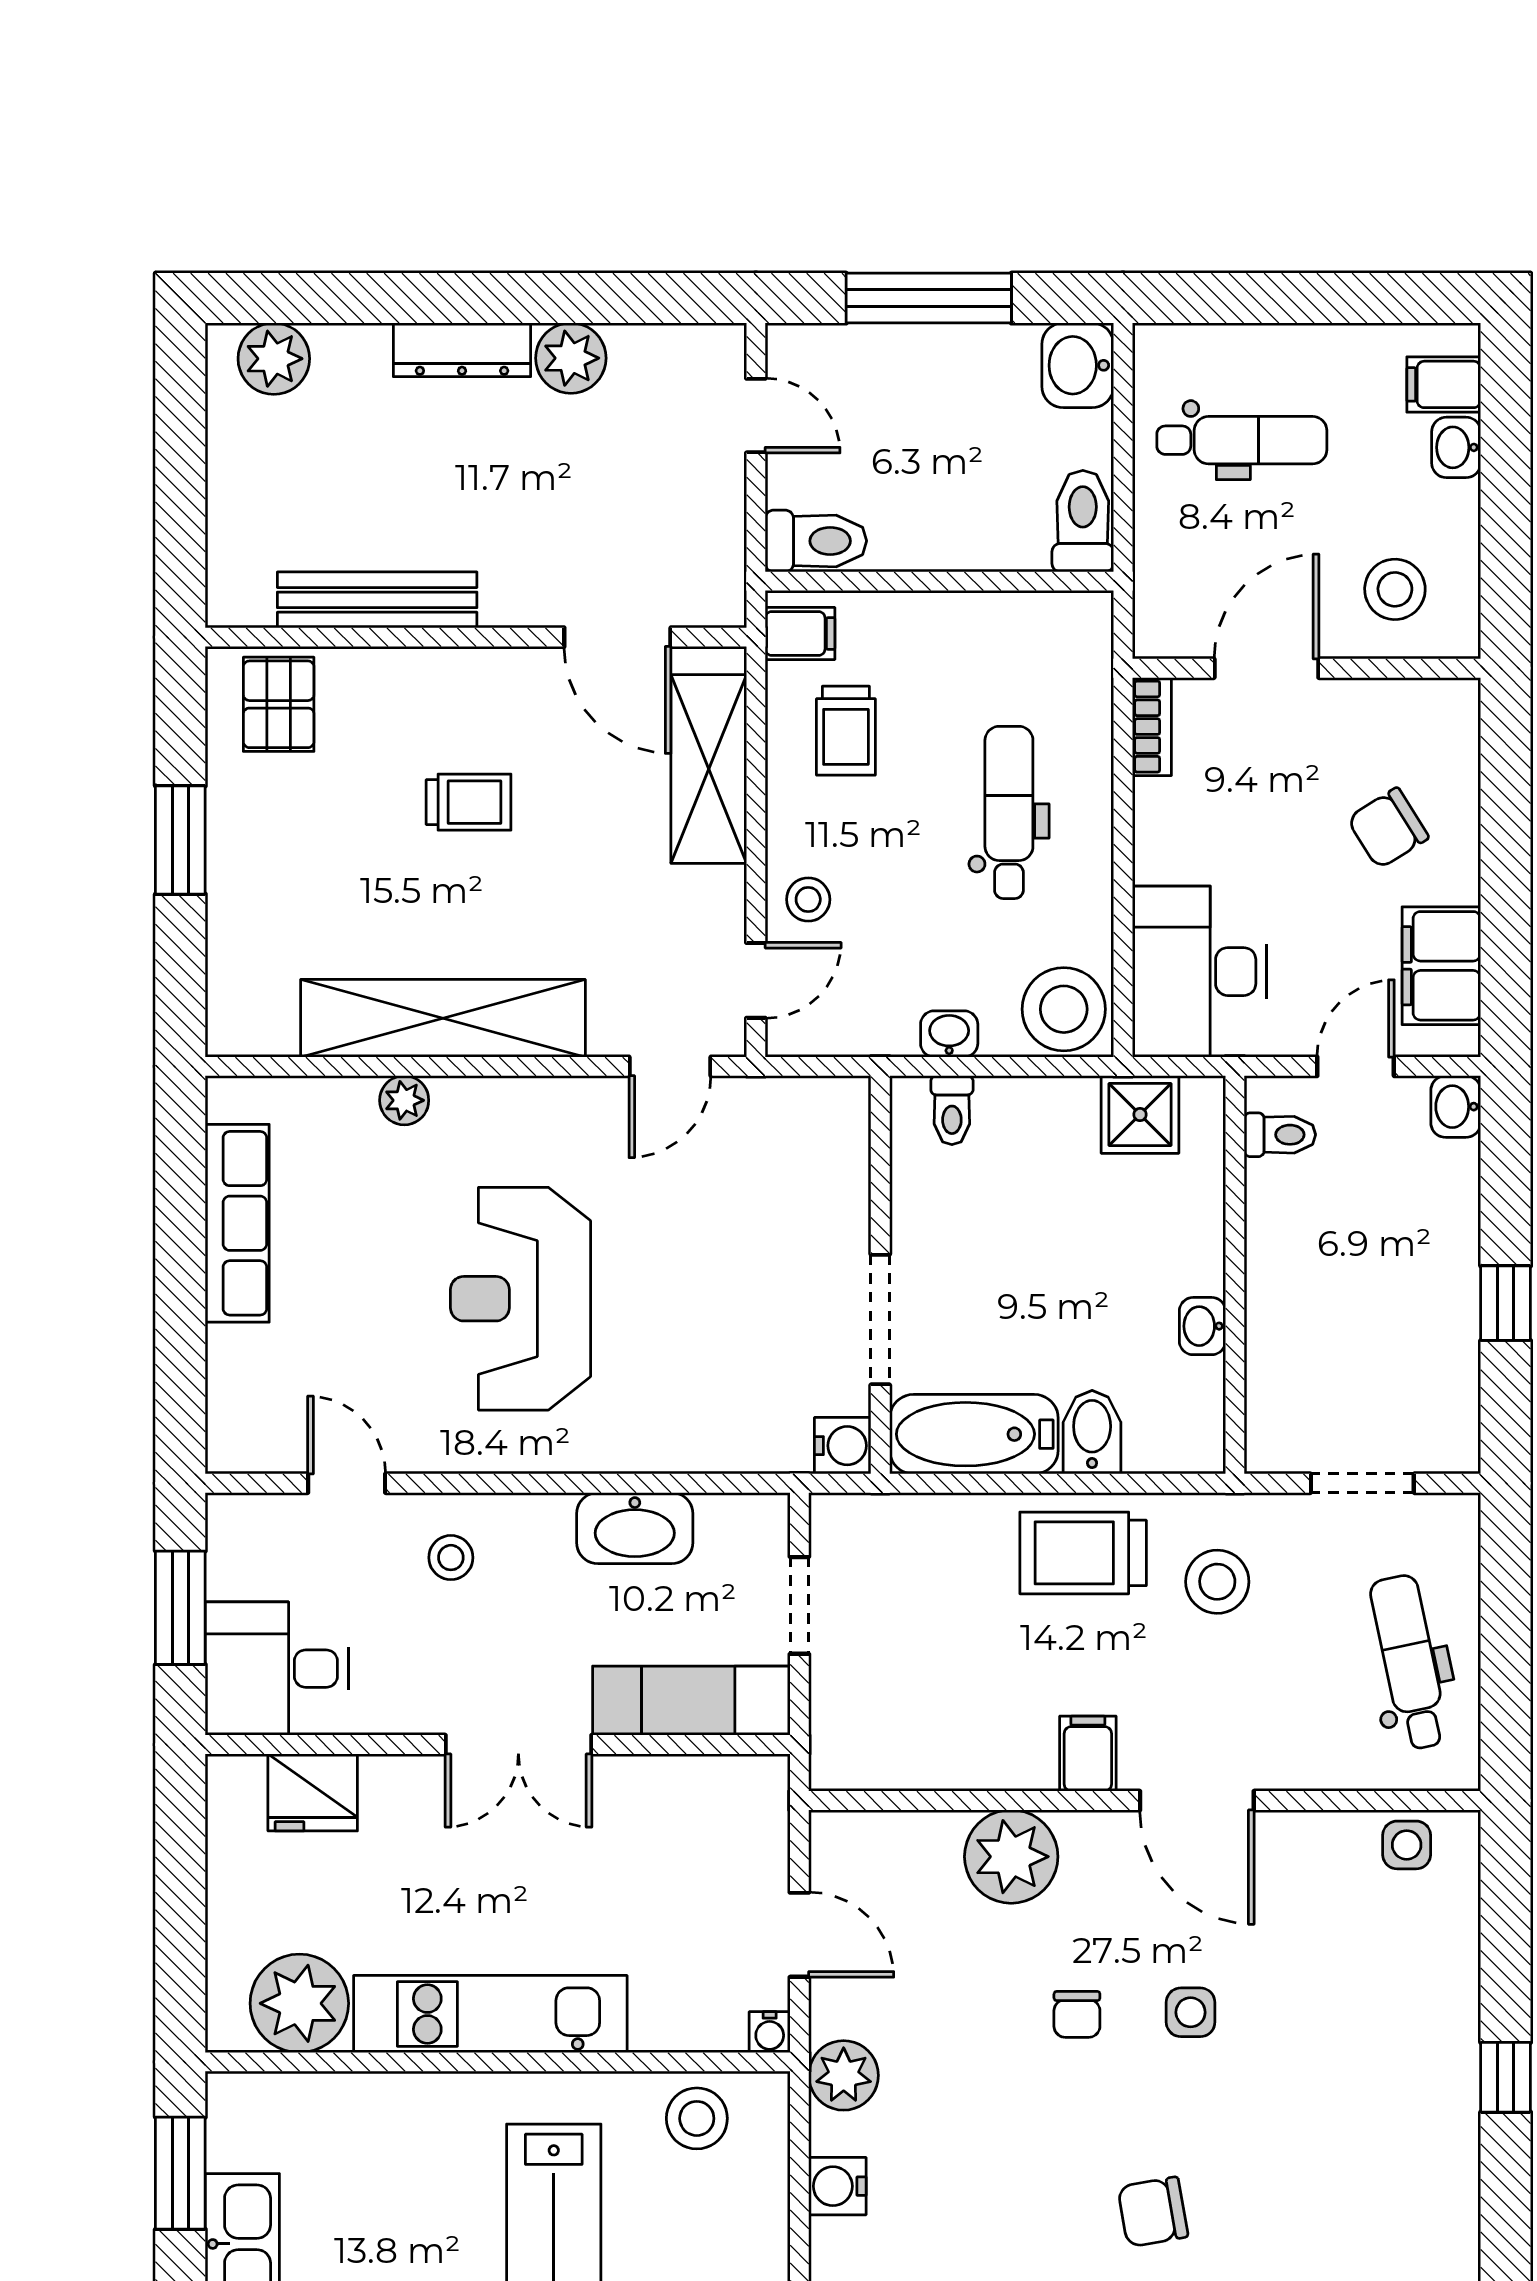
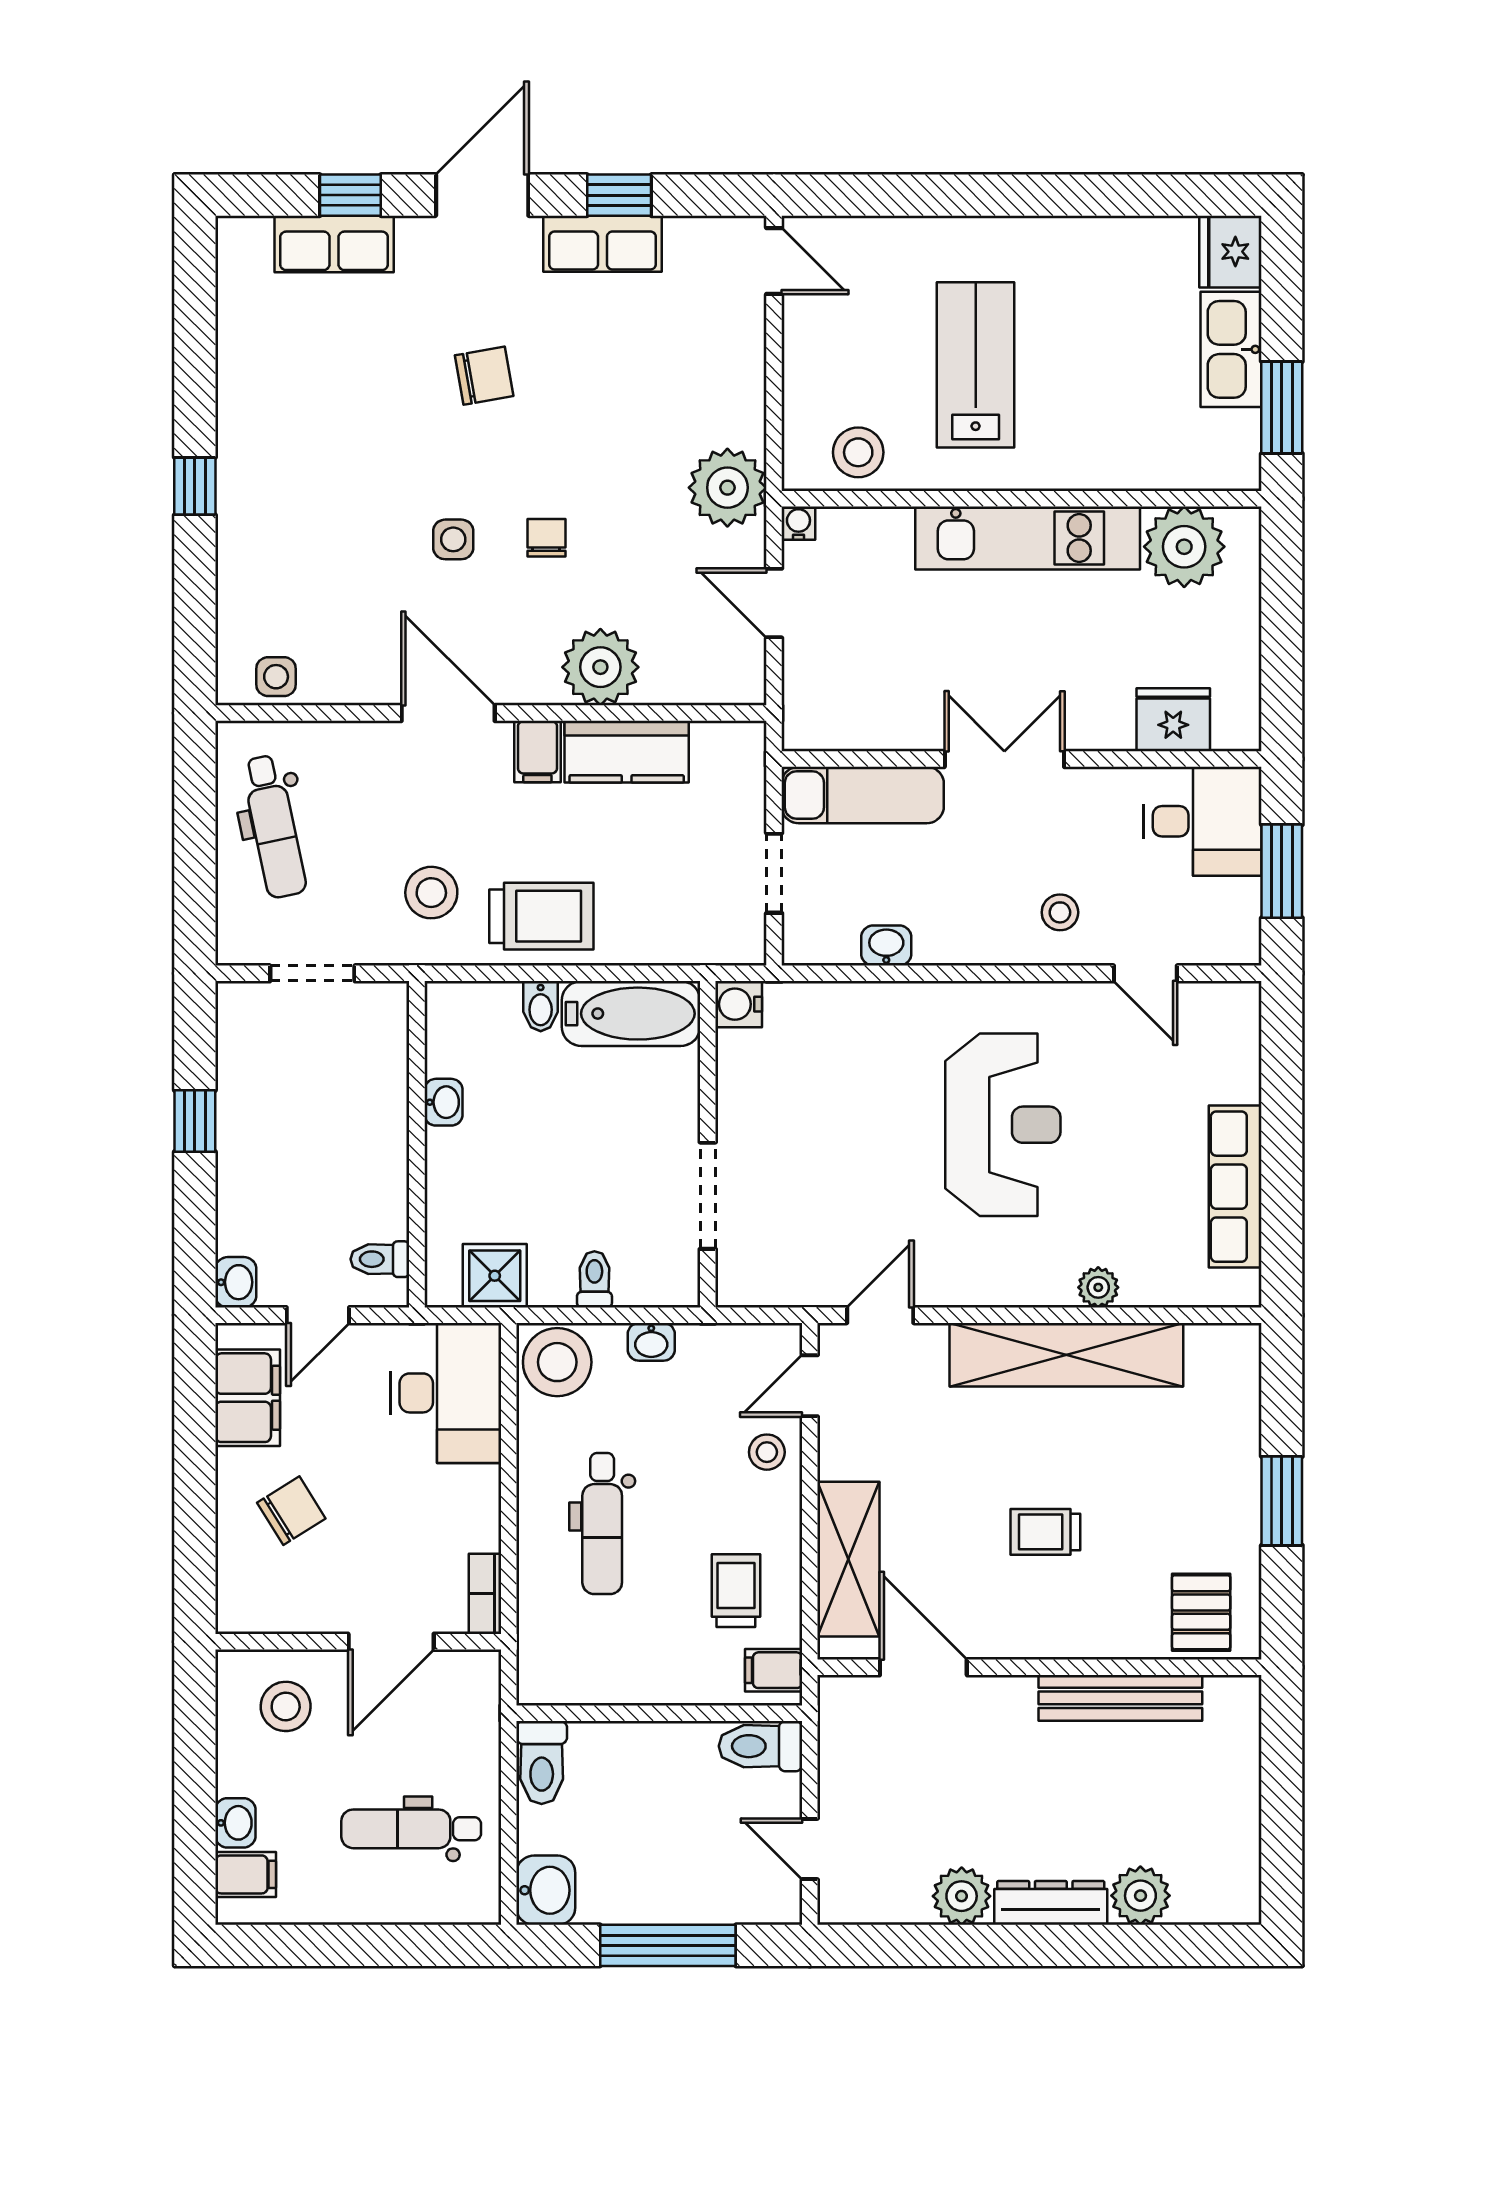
plant: (274, 359) -> (1140, 1896), moved
toilet: (952, 1110) -> (594, 1279), moved
doorway: (880, 1320) -> (708, 1196), moved
bidet: (1092, 1432) -> (541, 1006), width x0.72, depth x0.74
washbasin: (635, 1528) -> (886, 945), width x0.52, depth x0.69
kitchen counter: (979, 1753) -> (627, 752), added
plant: (844, 2075) -> (727, 488), width x1.36, depth x1.36
water cooler: (837, 2186) -> (743, 397), removed

